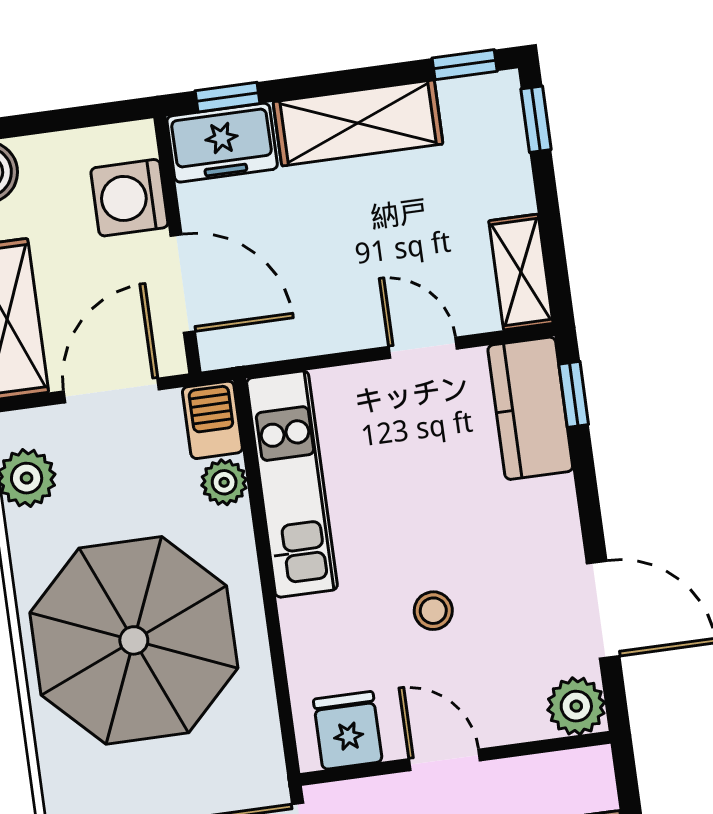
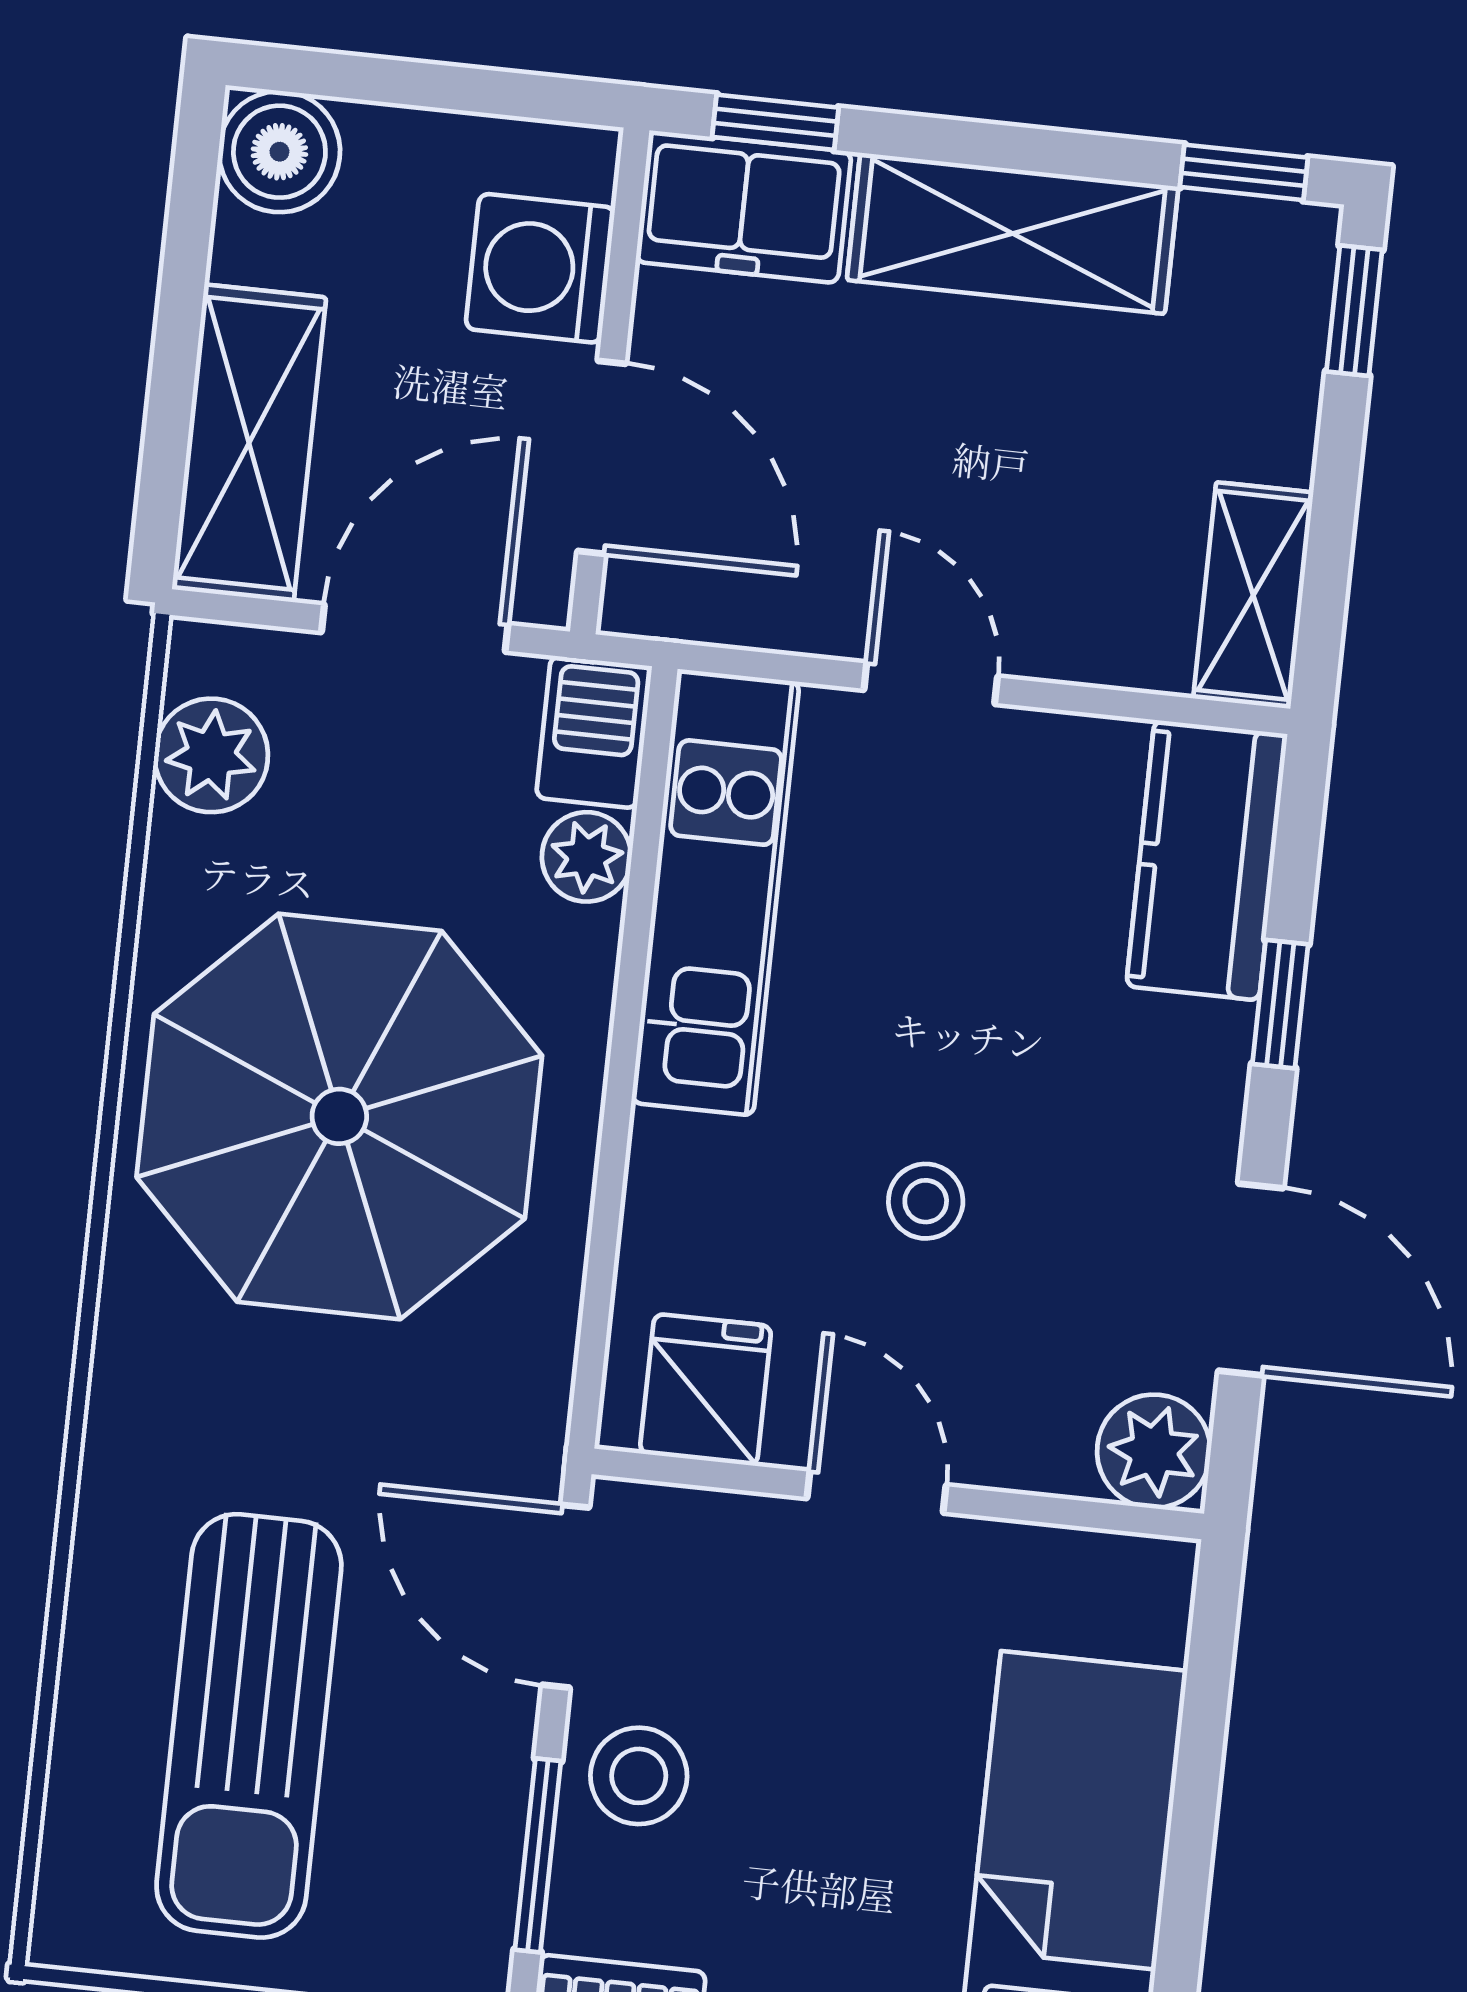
door: (423, 348) -> (931, 683), moved
window: (574, 394) -> (1280, 1004), moved

